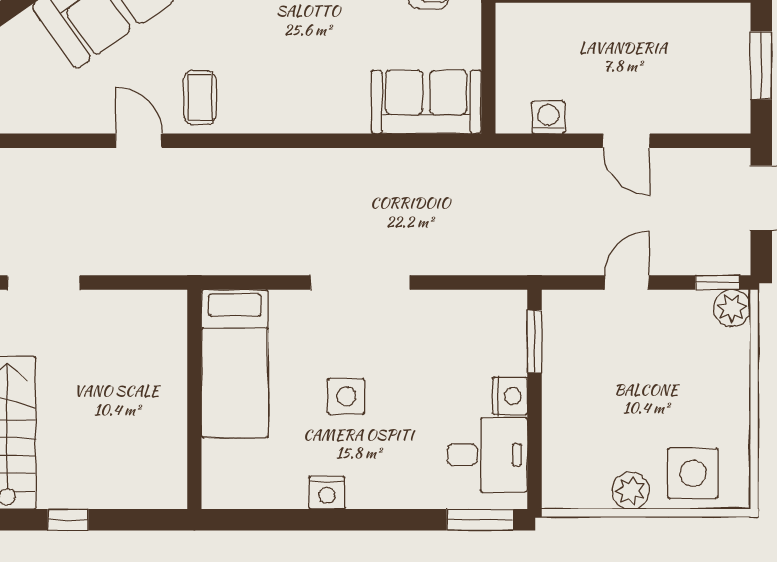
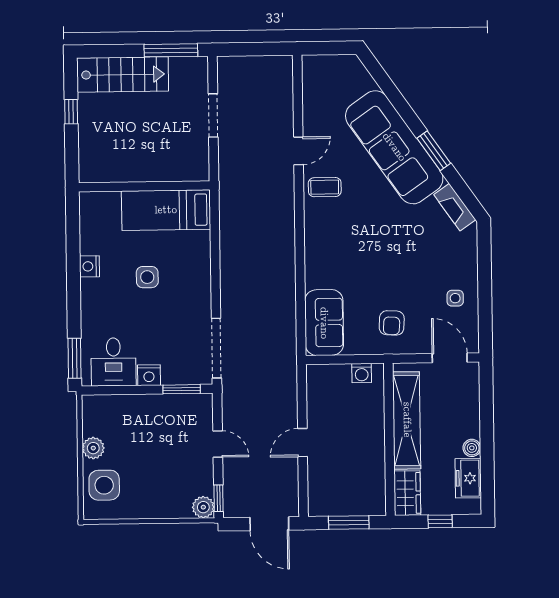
washing machine: (548, 117) -> (362, 373), moved, turned 90
doorway: (44, 282) -> (213, 115), moved
doorway: (360, 282) -> (216, 348), moved

